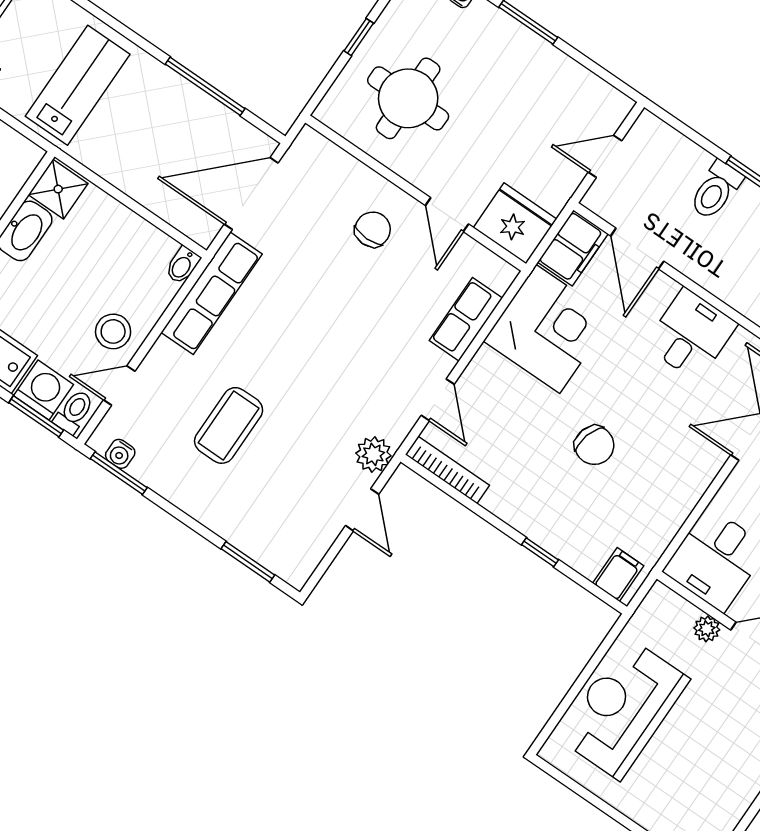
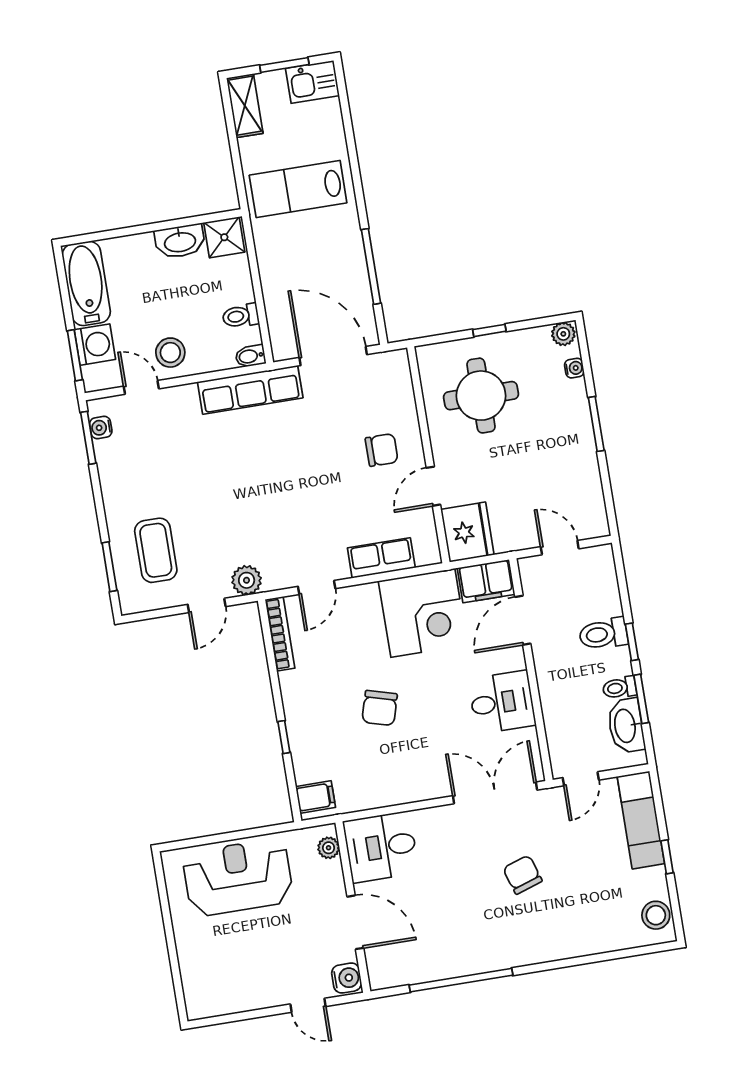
lab bench: (78, 85) -> (298, 189), turned 180
toilet: (74, 412) -> (241, 316), moved, turned 180
coffee table: (229, 425) -> (156, 550), moved, turned 90
plant: (707, 629) -> (329, 848), moved

